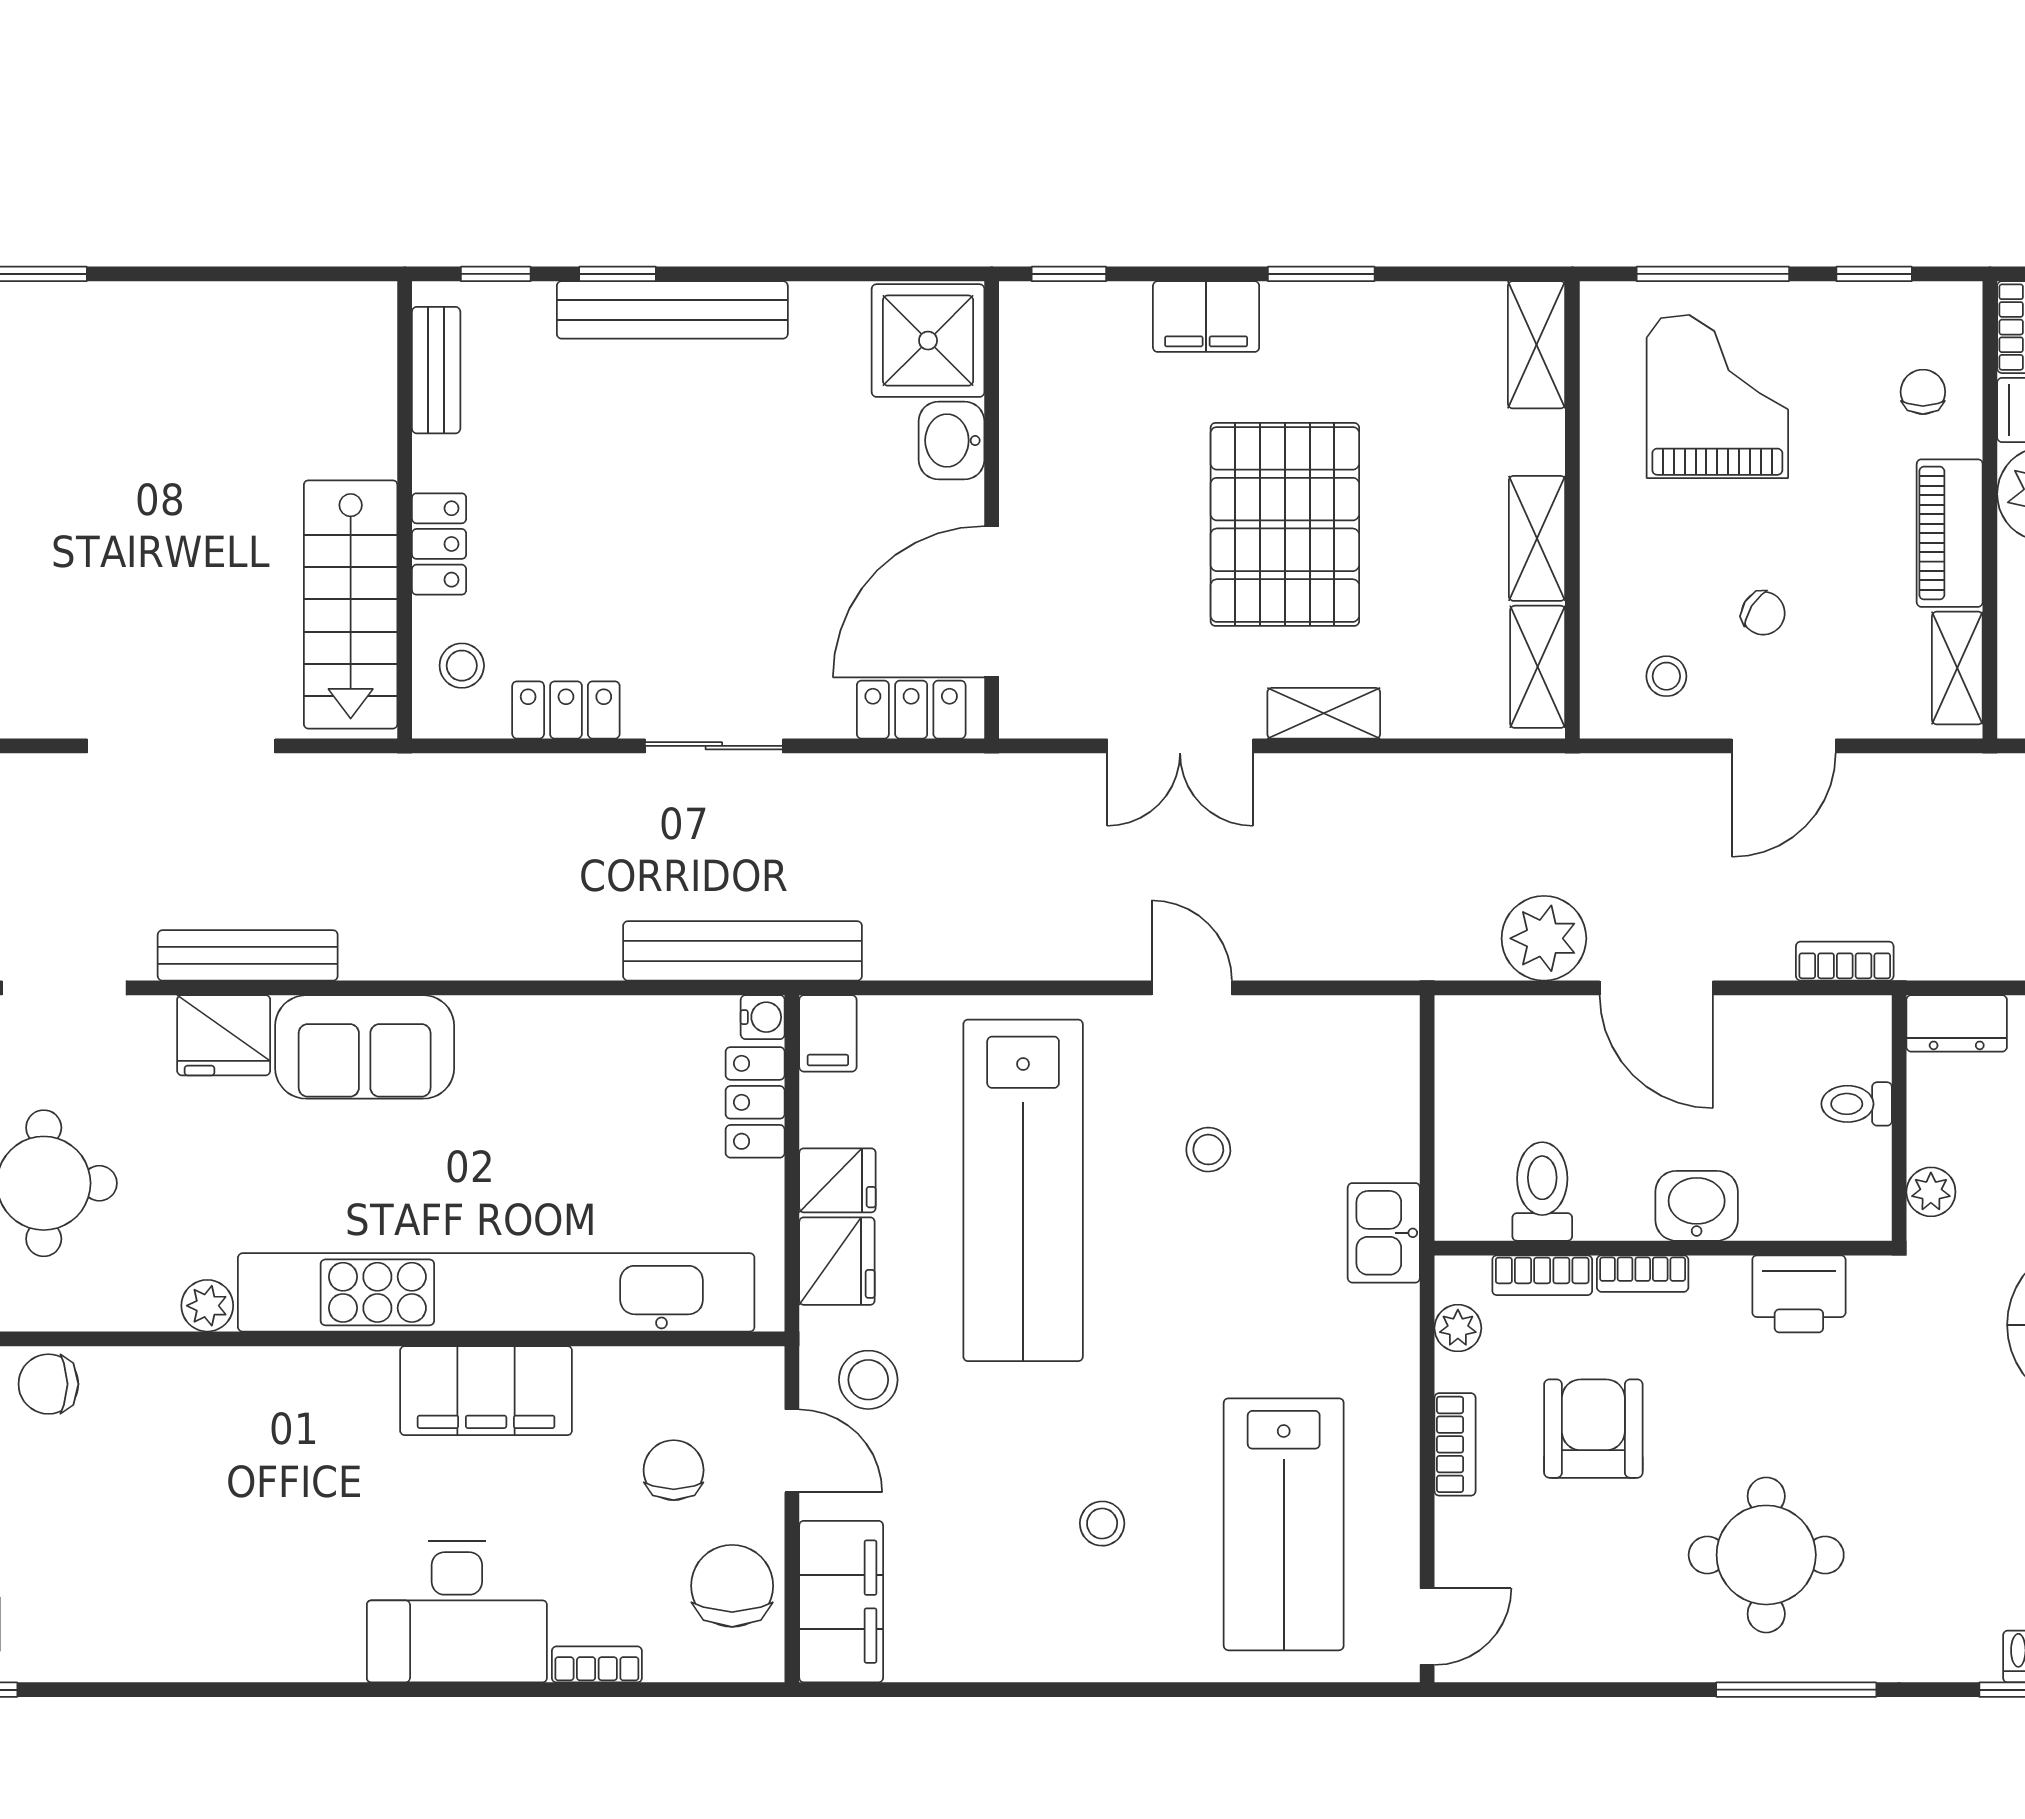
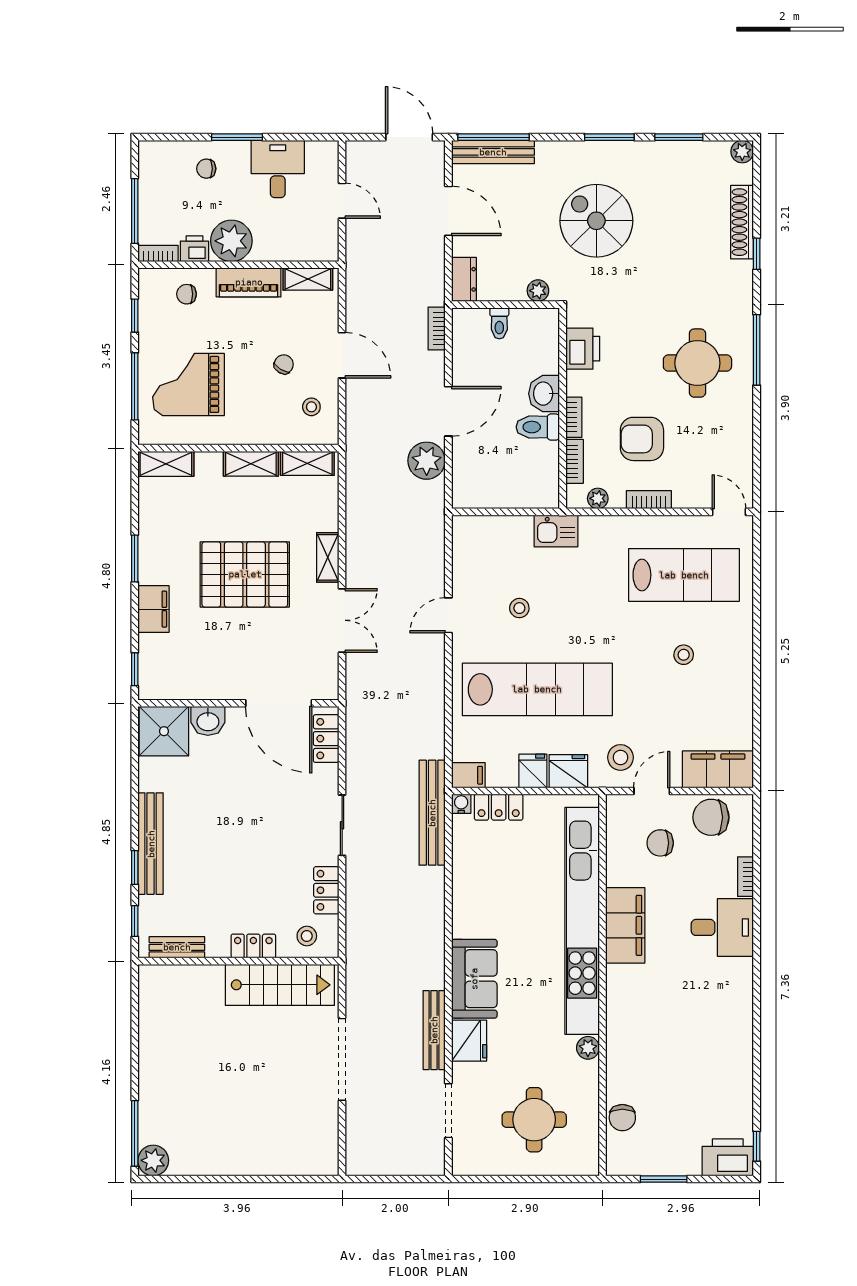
toilet: (1542, 1191) -> (538, 427), moved
desk: (457, 1612) -> (722, 927), width x0.73

